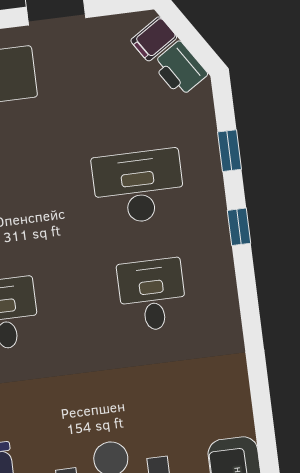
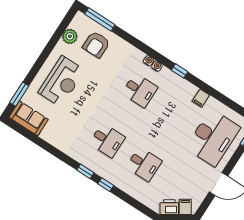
window: (229, 151) -> (85, 171), moved
desk: (138, 187) -> (144, 164), width x0.73

